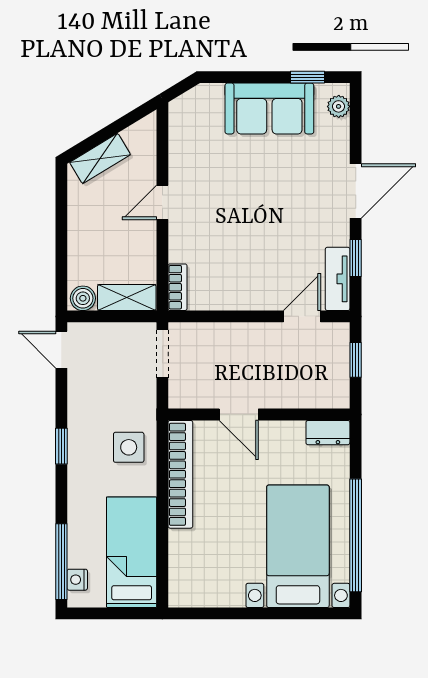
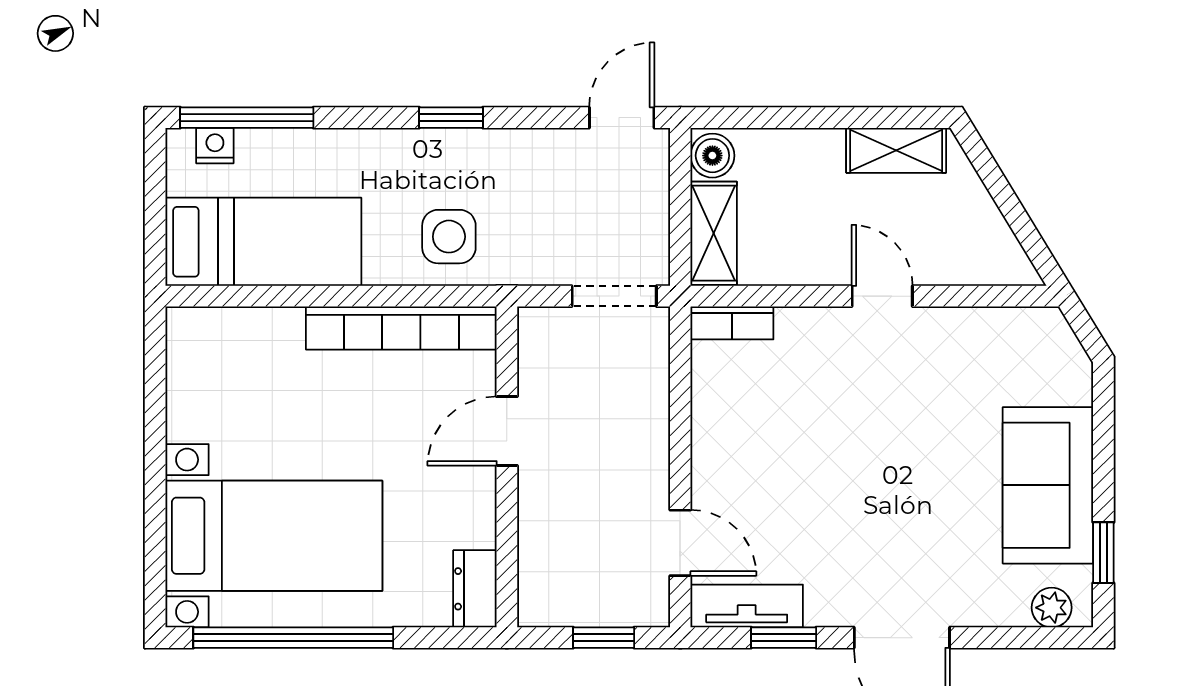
shelving: (100, 158) -> (896, 150), moved, turned -59

